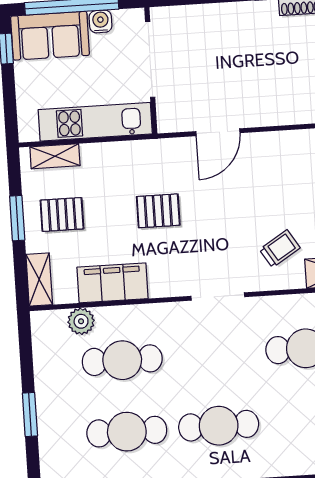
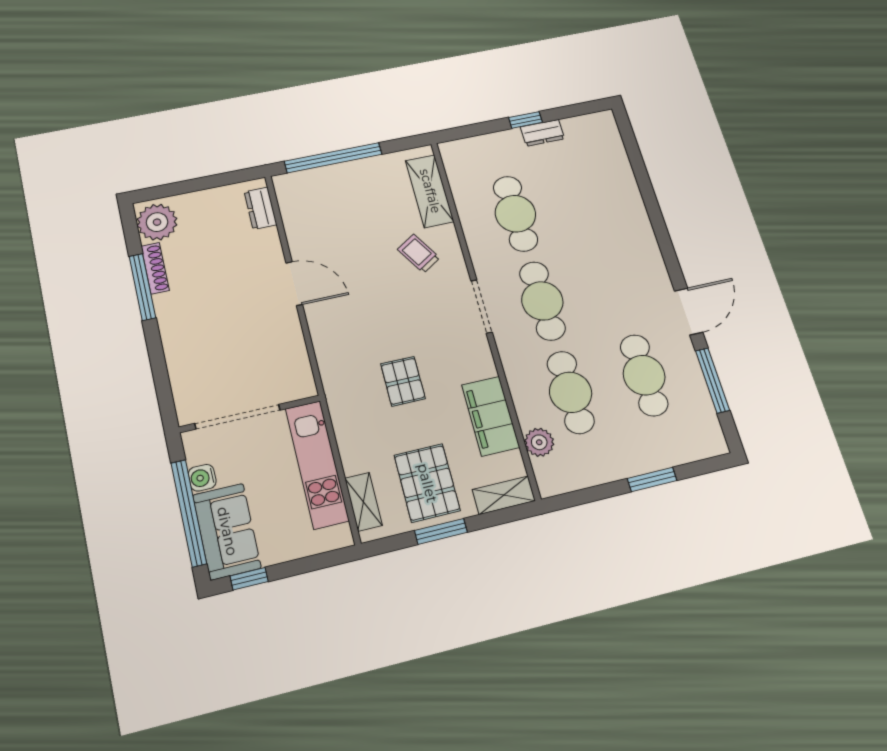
door: (218, 132) -> (294, 284), moved
pallet: (62, 214) -> (427, 483), width x1.50, depth x1.42
cafe table: (219, 426) -> (542, 301), moved

